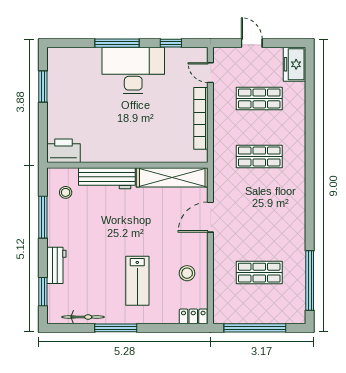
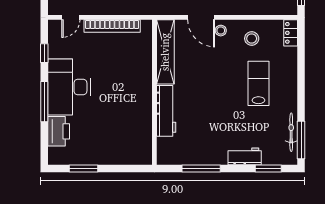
printer: (63, 151) -> (59, 131), moved, turned 180
stool: (66, 192) -> (221, 31), moved
lab bench: (137, 281) -> (258, 83), turned -90
window: (116, 328) -> (301, 140), moved

